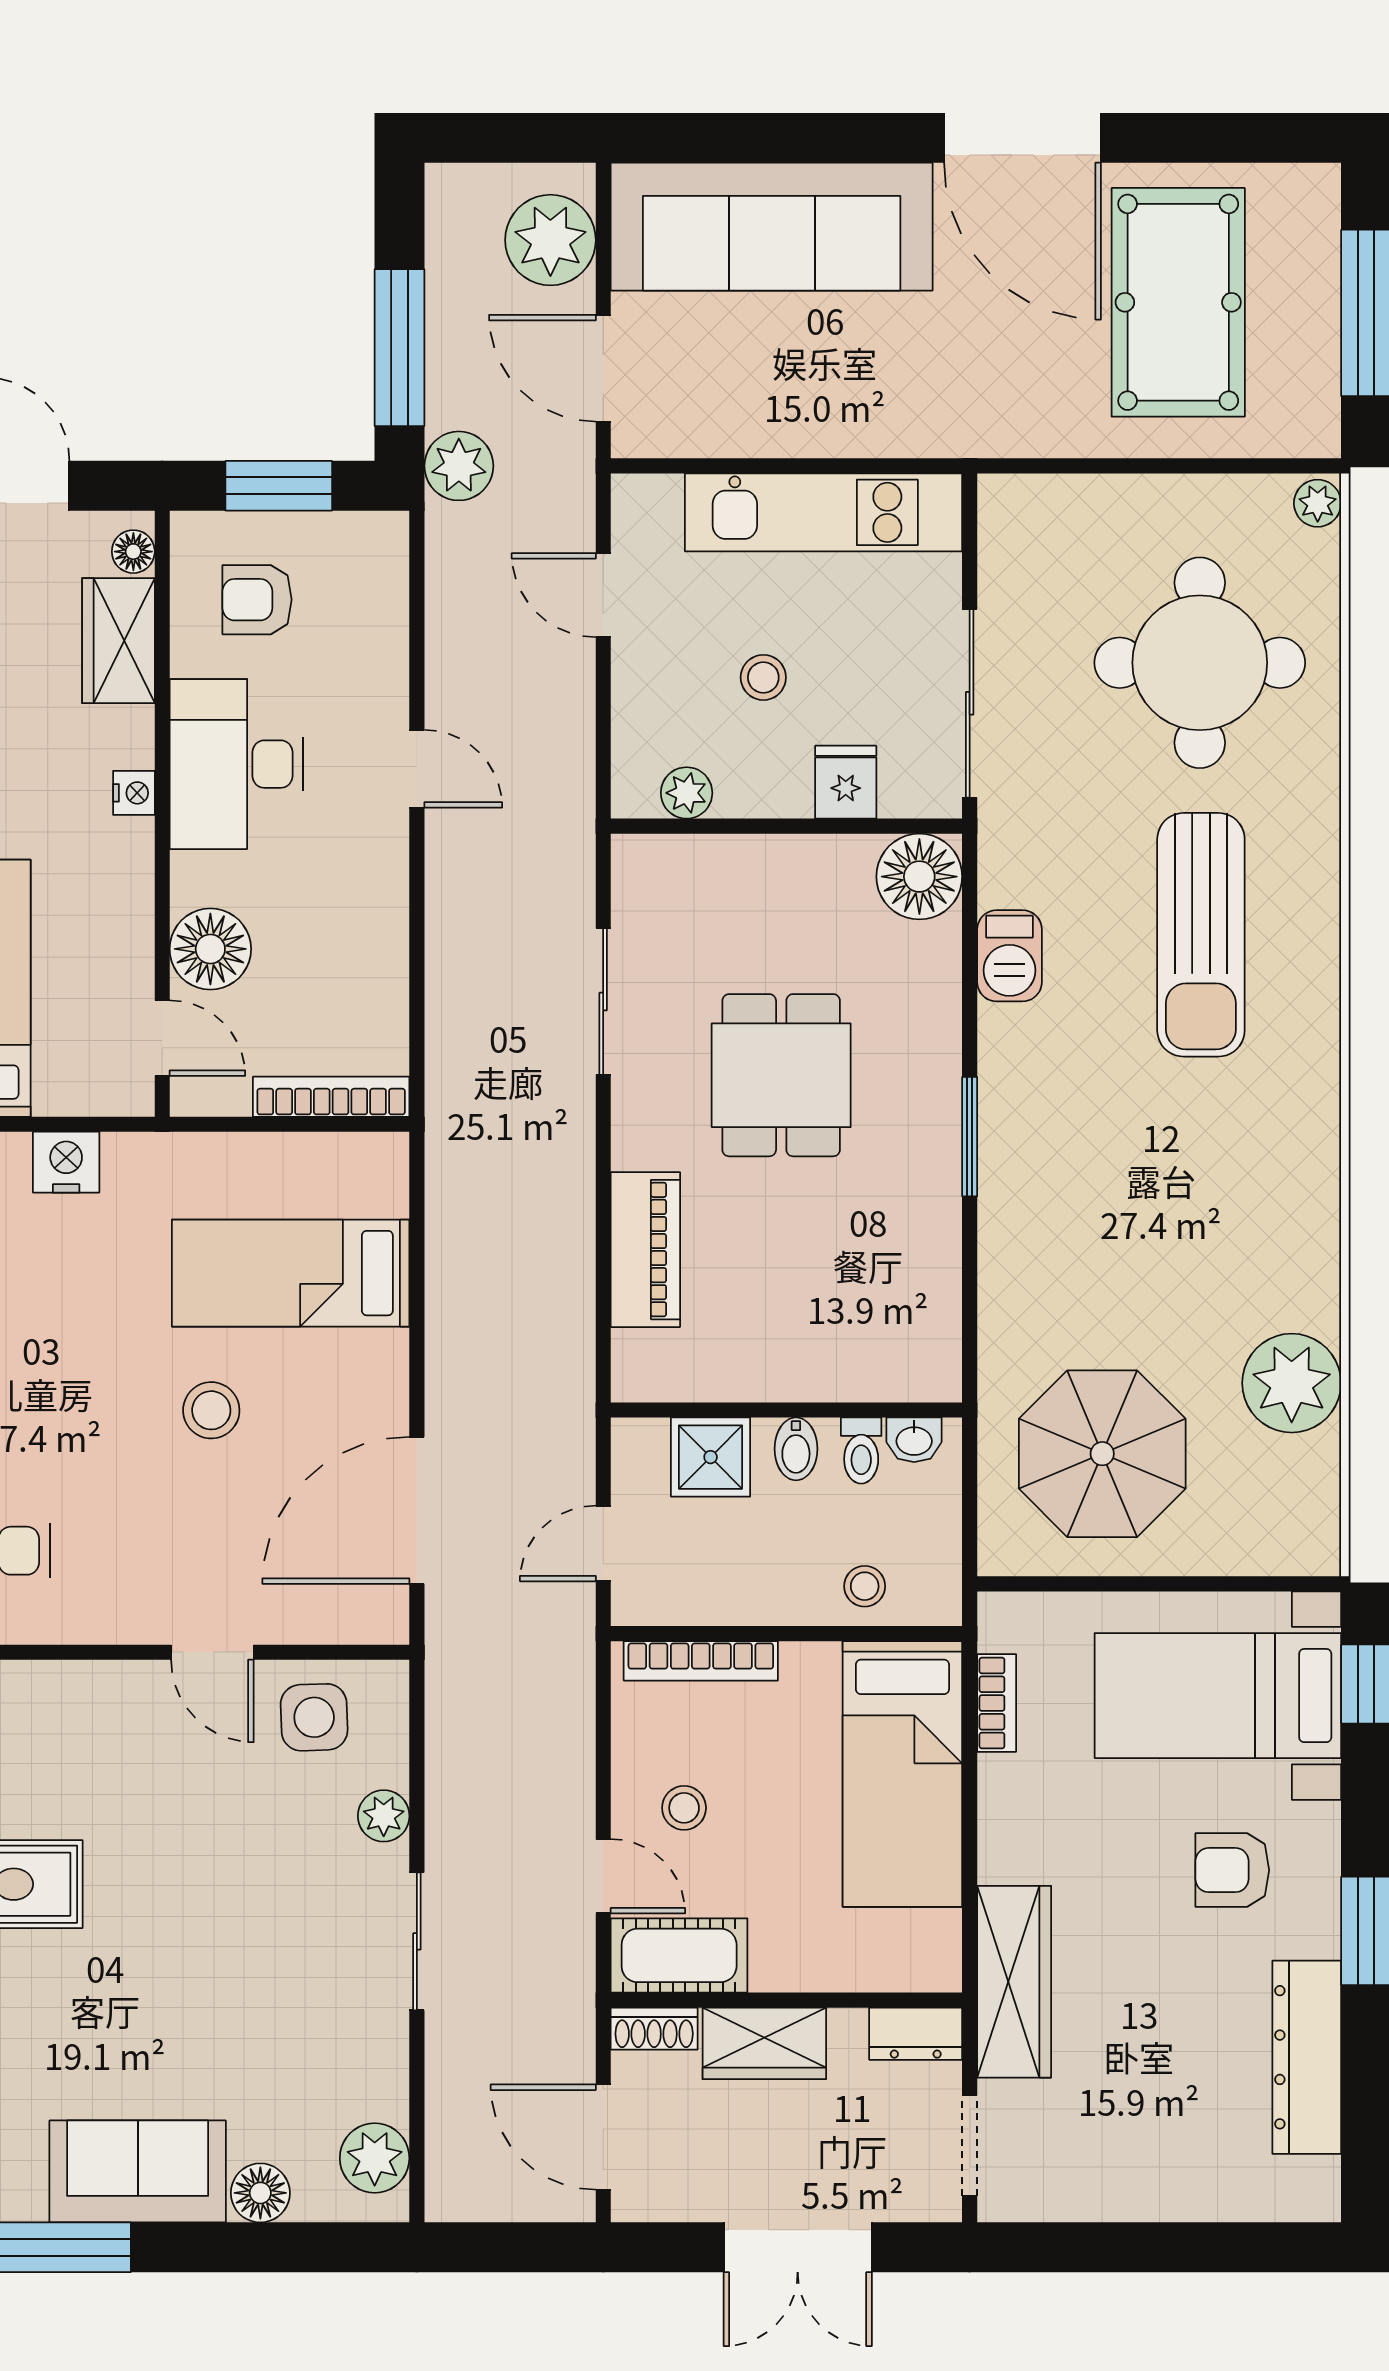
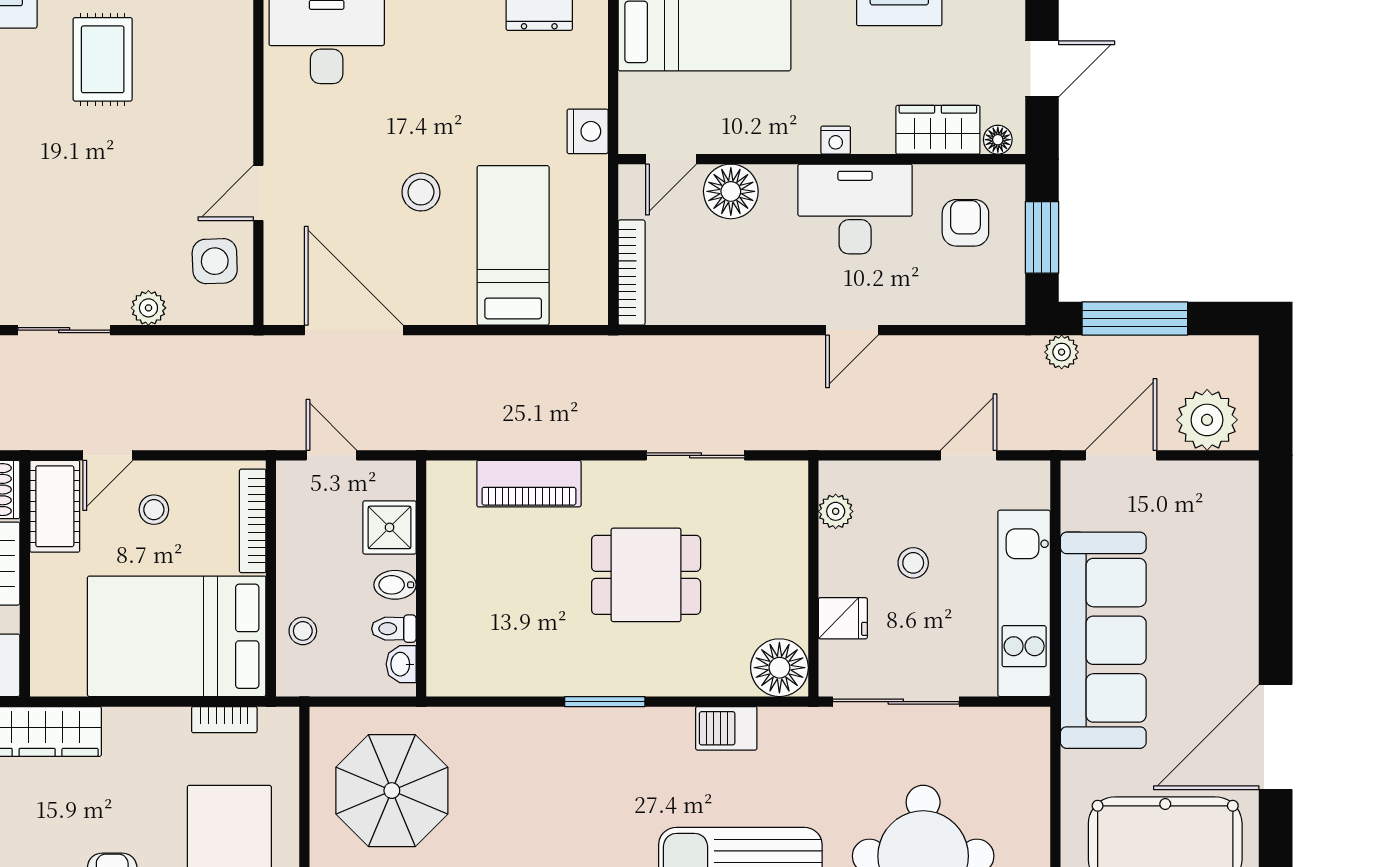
sofa: (772, 227) -> (1103, 640), moved, turned 180
plant: (459, 466) -> (1062, 352), width x0.73, depth x0.73
nightstand: (66, 1162) -> (588, 131), moved
bed: (902, 1774) -> (177, 636), width x1.50

